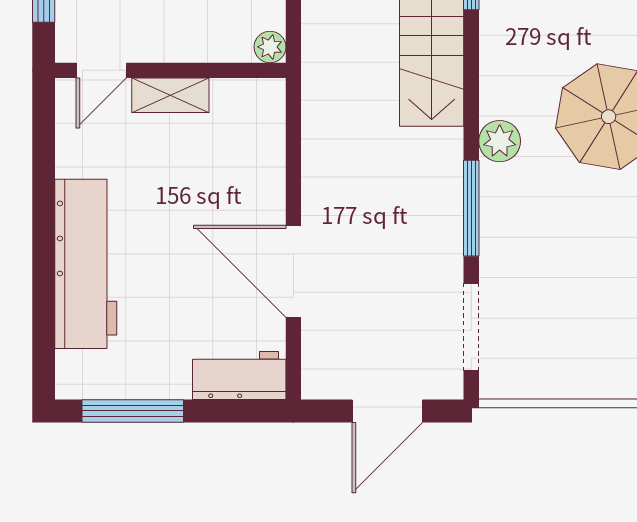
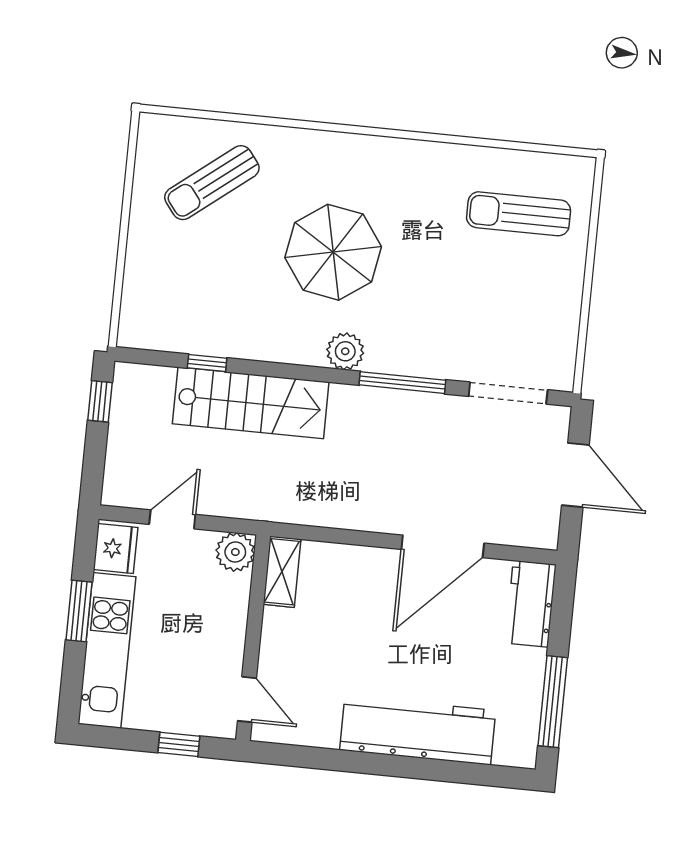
plant: (270, 47) -> (235, 552), width x1.38, depth x1.38
shelving: (170, 95) -> (282, 572), moved

